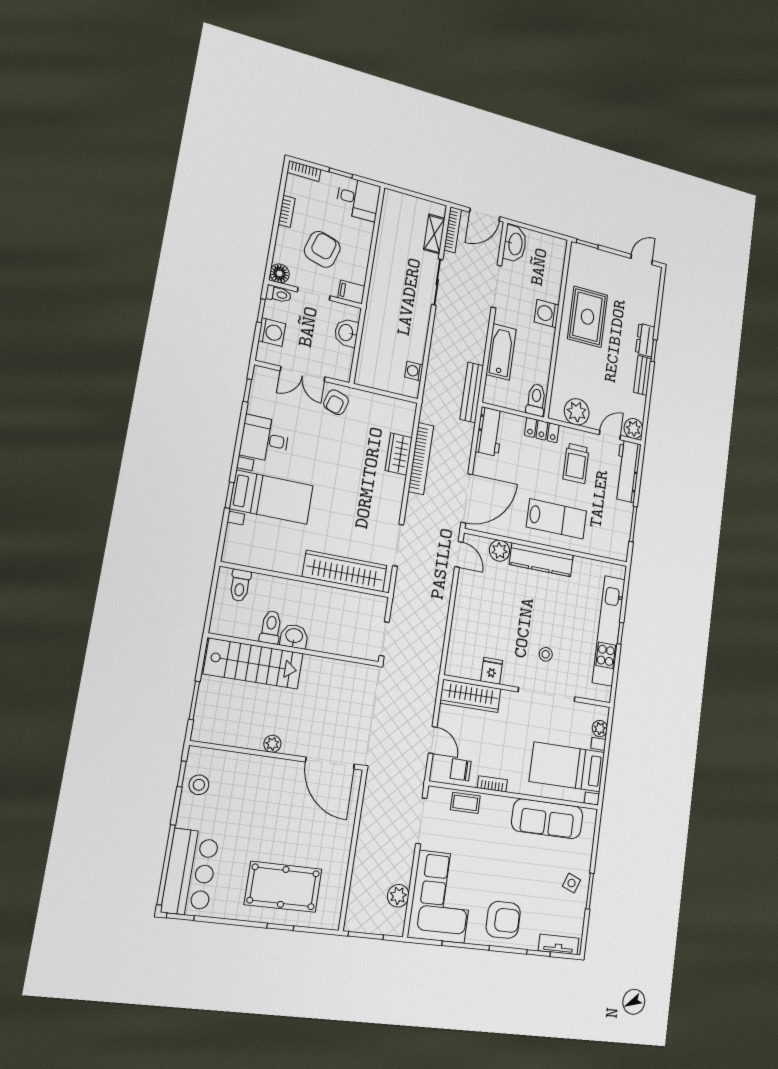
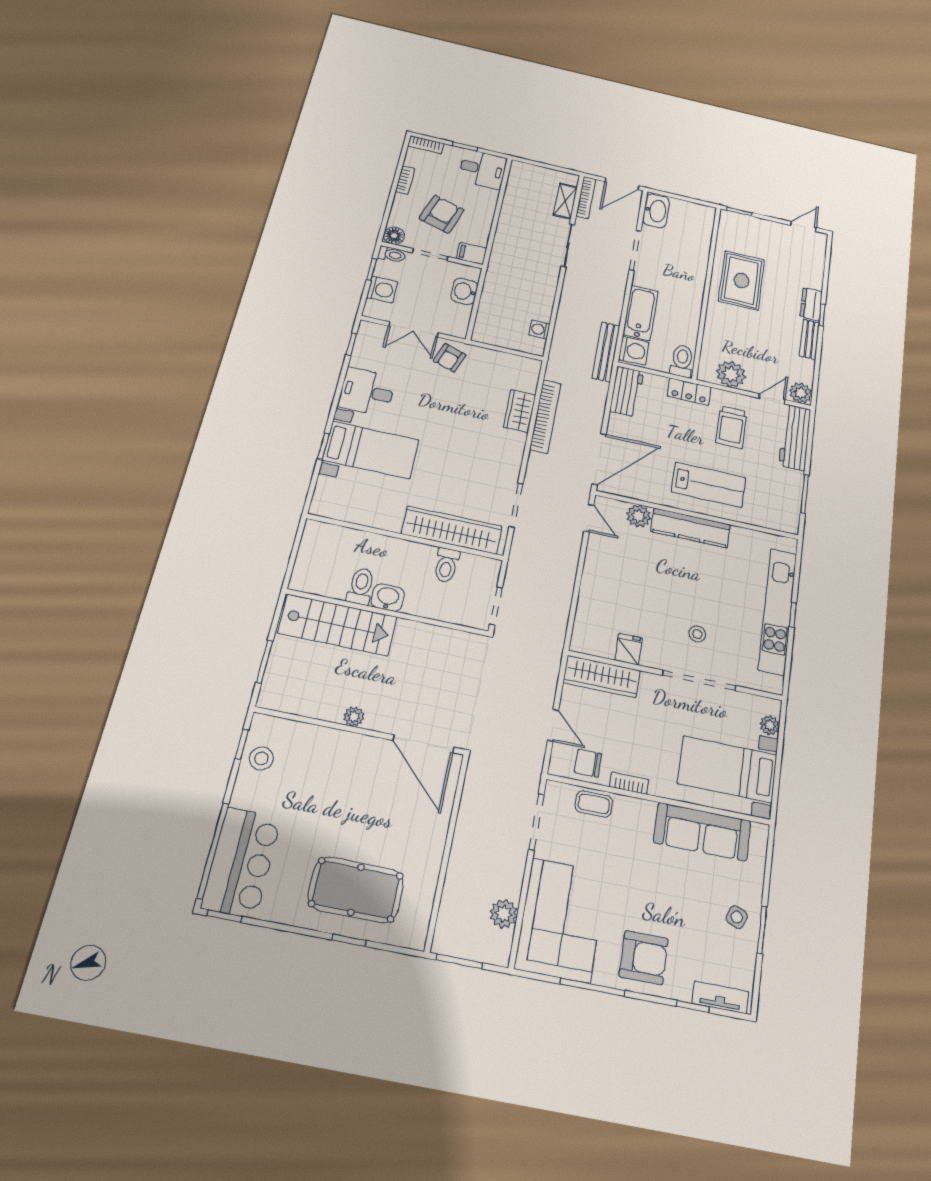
washing machine: (547, 314) -> (634, 351), moved, turned 180
toilet: (240, 585) -> (446, 565), moved

